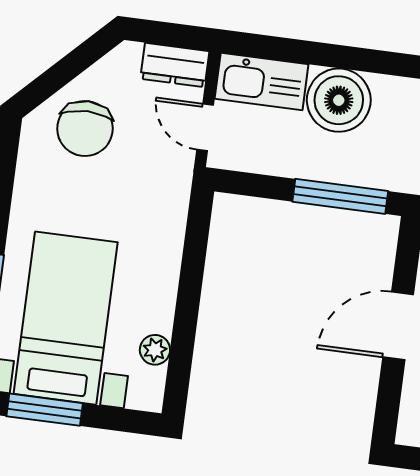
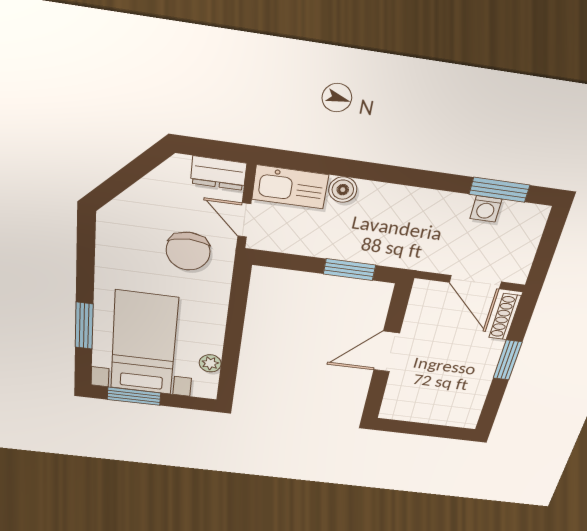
boiler: (339, 100) -> (343, 190), width x0.54, depth x0.54
chair: (85, 129) -> (188, 251), moved
window: (340, 196) -> (349, 270), width x0.69

